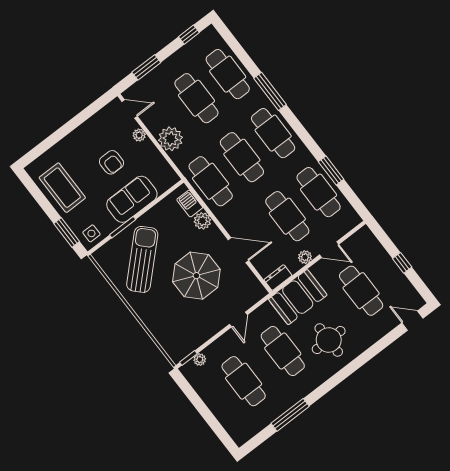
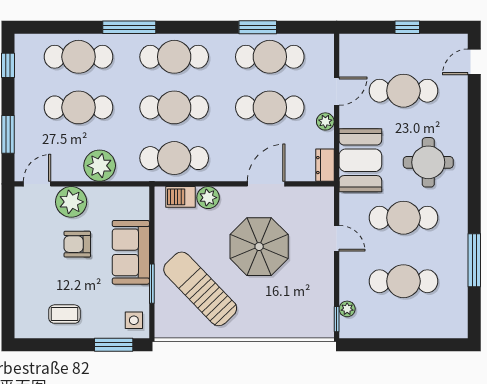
plant: (139, 135) -> (71, 202), width x1.87, depth x1.87
armchair: (111, 162) -> (77, 244), turned 180
coffee table: (62, 188) -> (64, 314), width x0.54, depth x0.58

